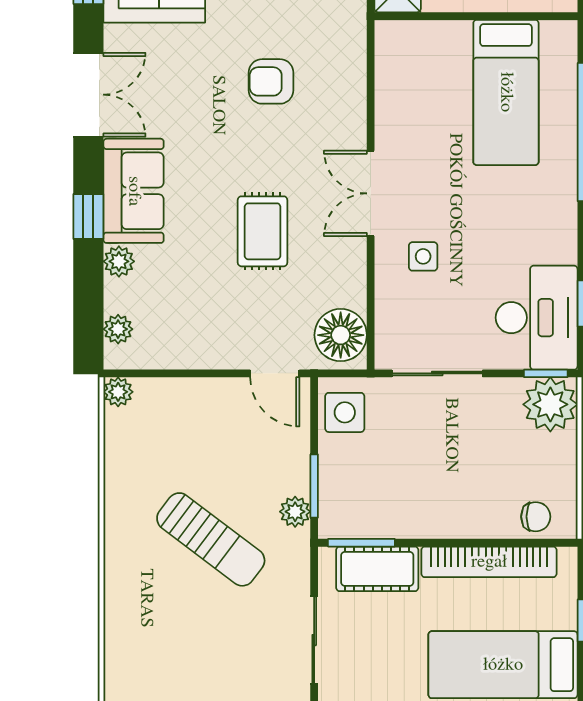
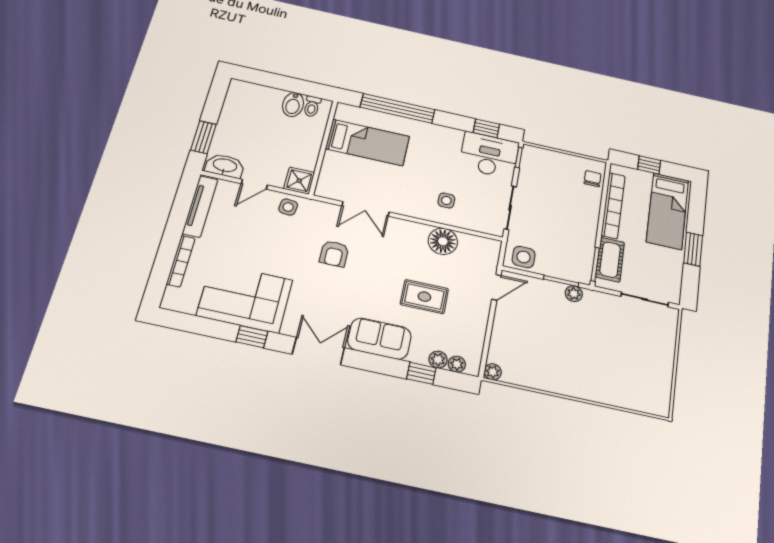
double door: (371, 193) -> (366, 209), moved
window: (88, 217) -> (421, 373), moved
rug: (263, 231) -> (424, 297), moved
plant: (119, 261) -> (438, 360), moved
floor lamp: (341, 335) -> (443, 241), moved
plant: (550, 404) -> (535, 159), removed
sun lounger: (211, 539) -> (583, 340), removed

